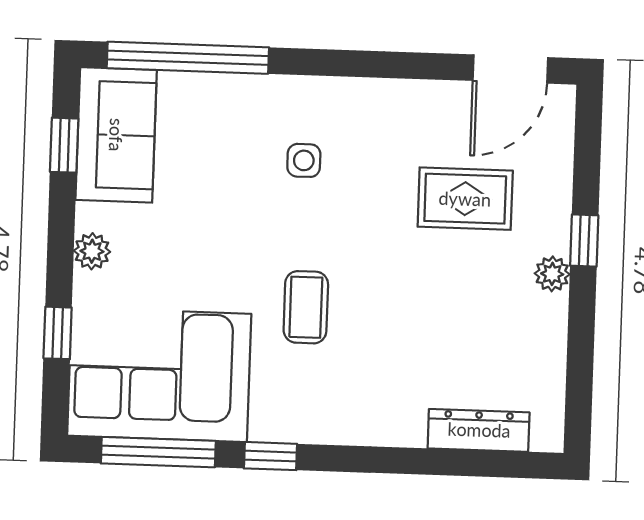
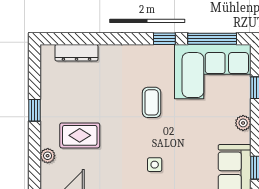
rug: (465, 199) -> (80, 135), moved
window: (584, 241) -> (34, 110), moved
plant: (552, 274) -> (48, 156), moved

